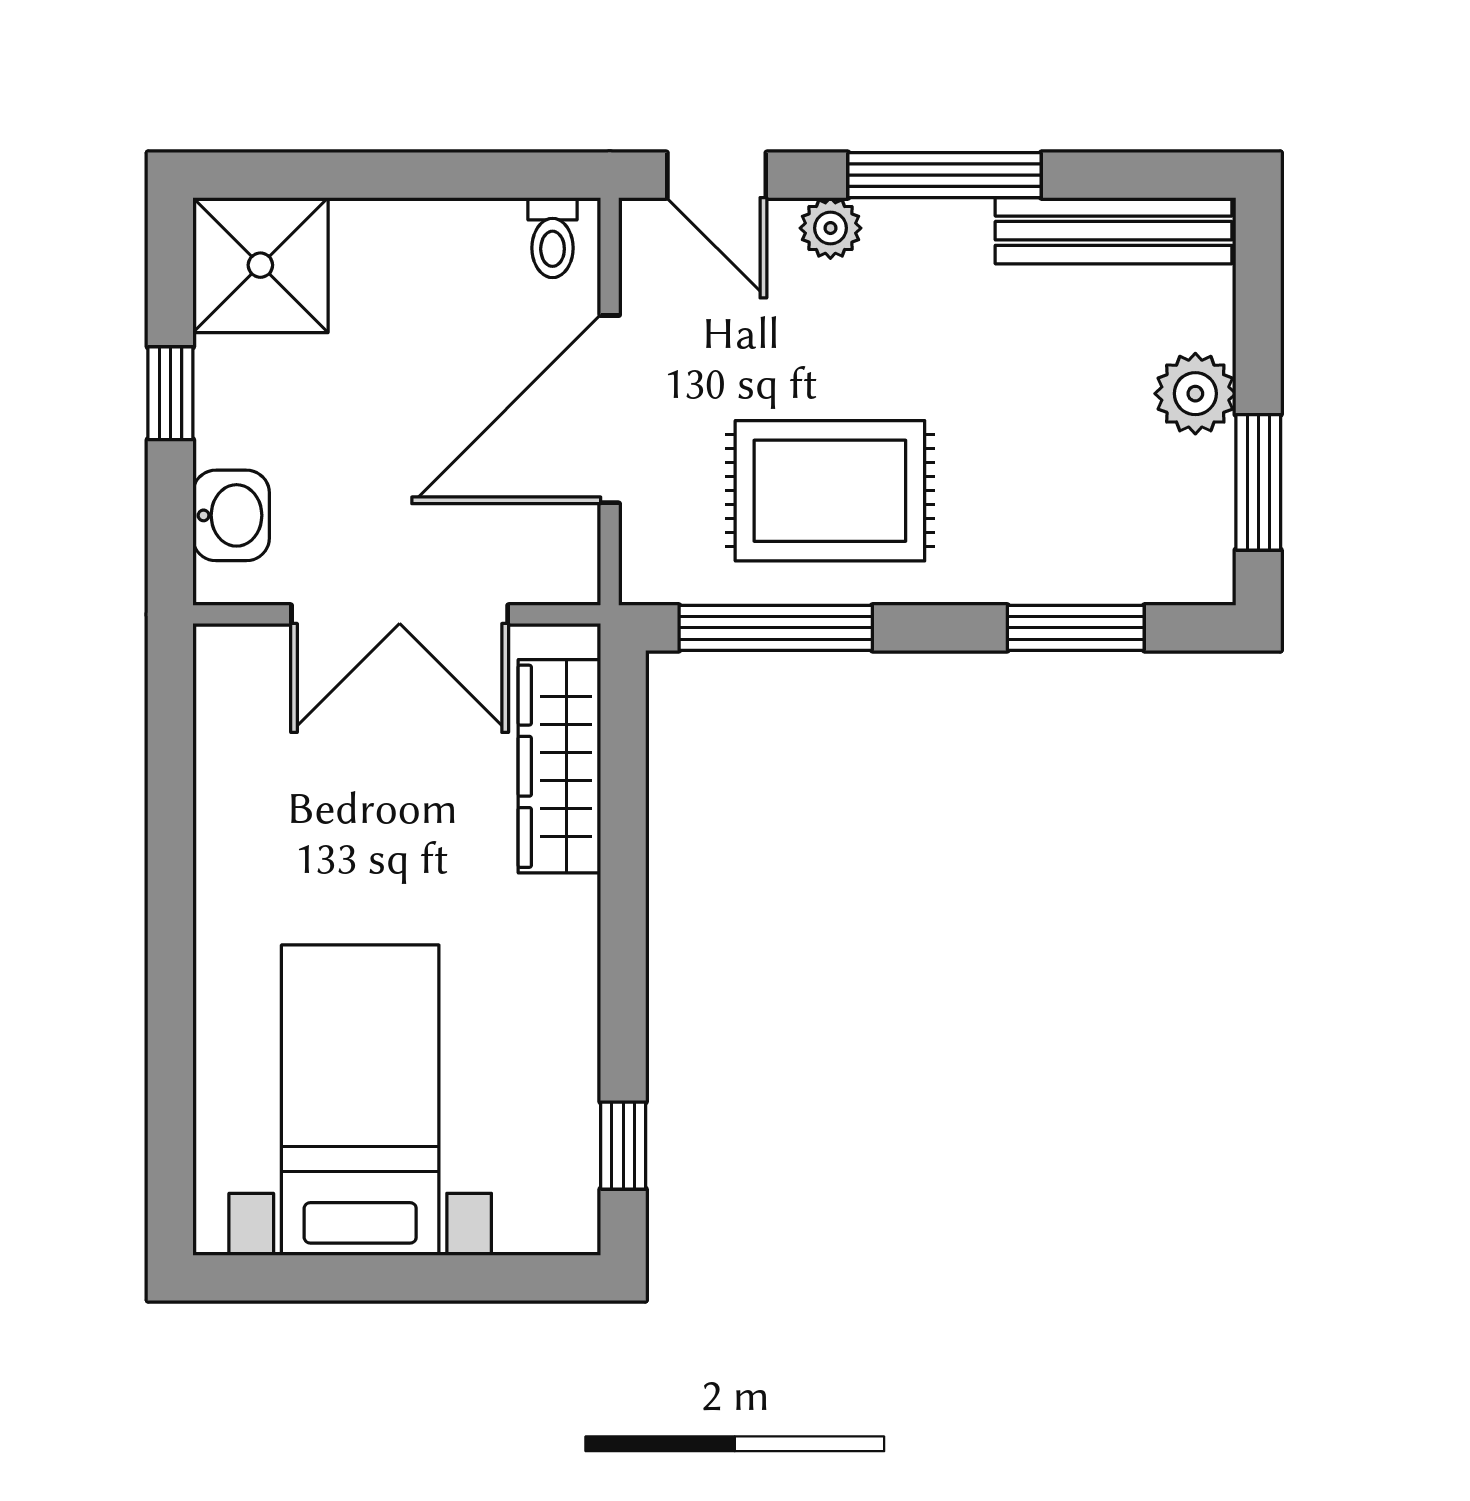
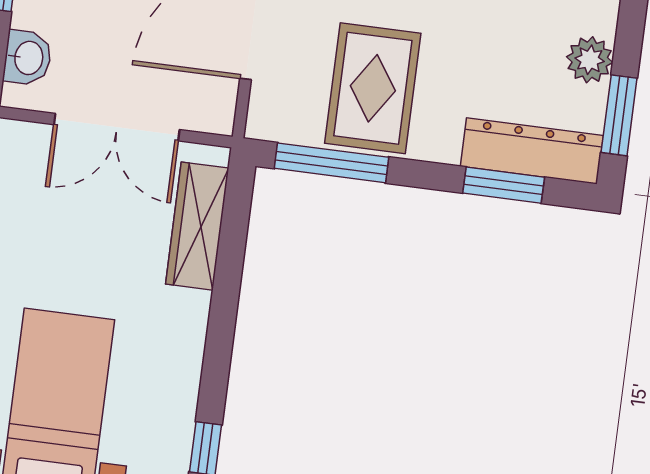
rug: (830, 491) -> (373, 88), turned 90
dresser: (1117, 563) -> (532, 151), added

